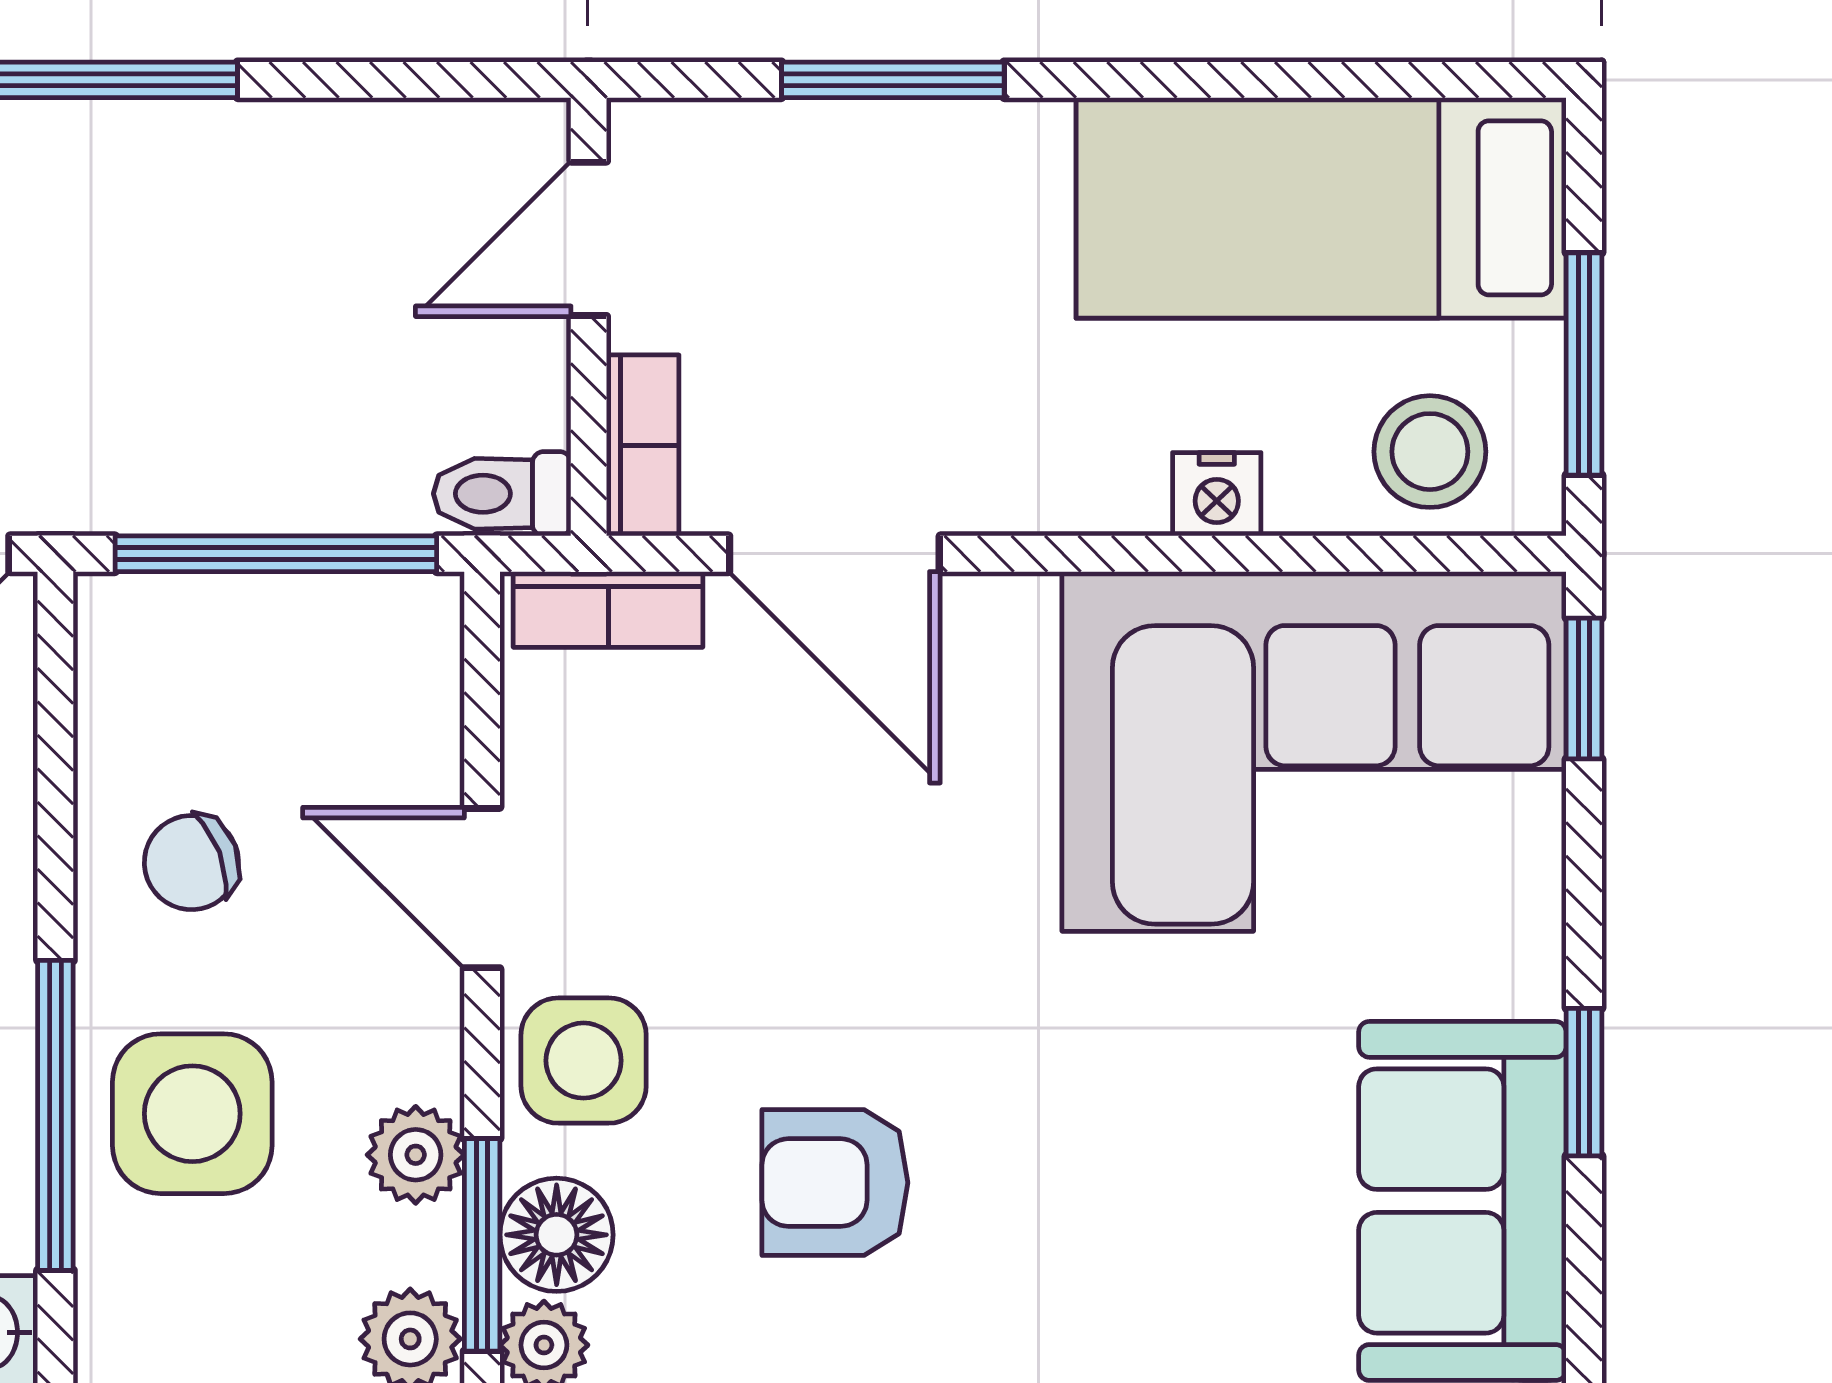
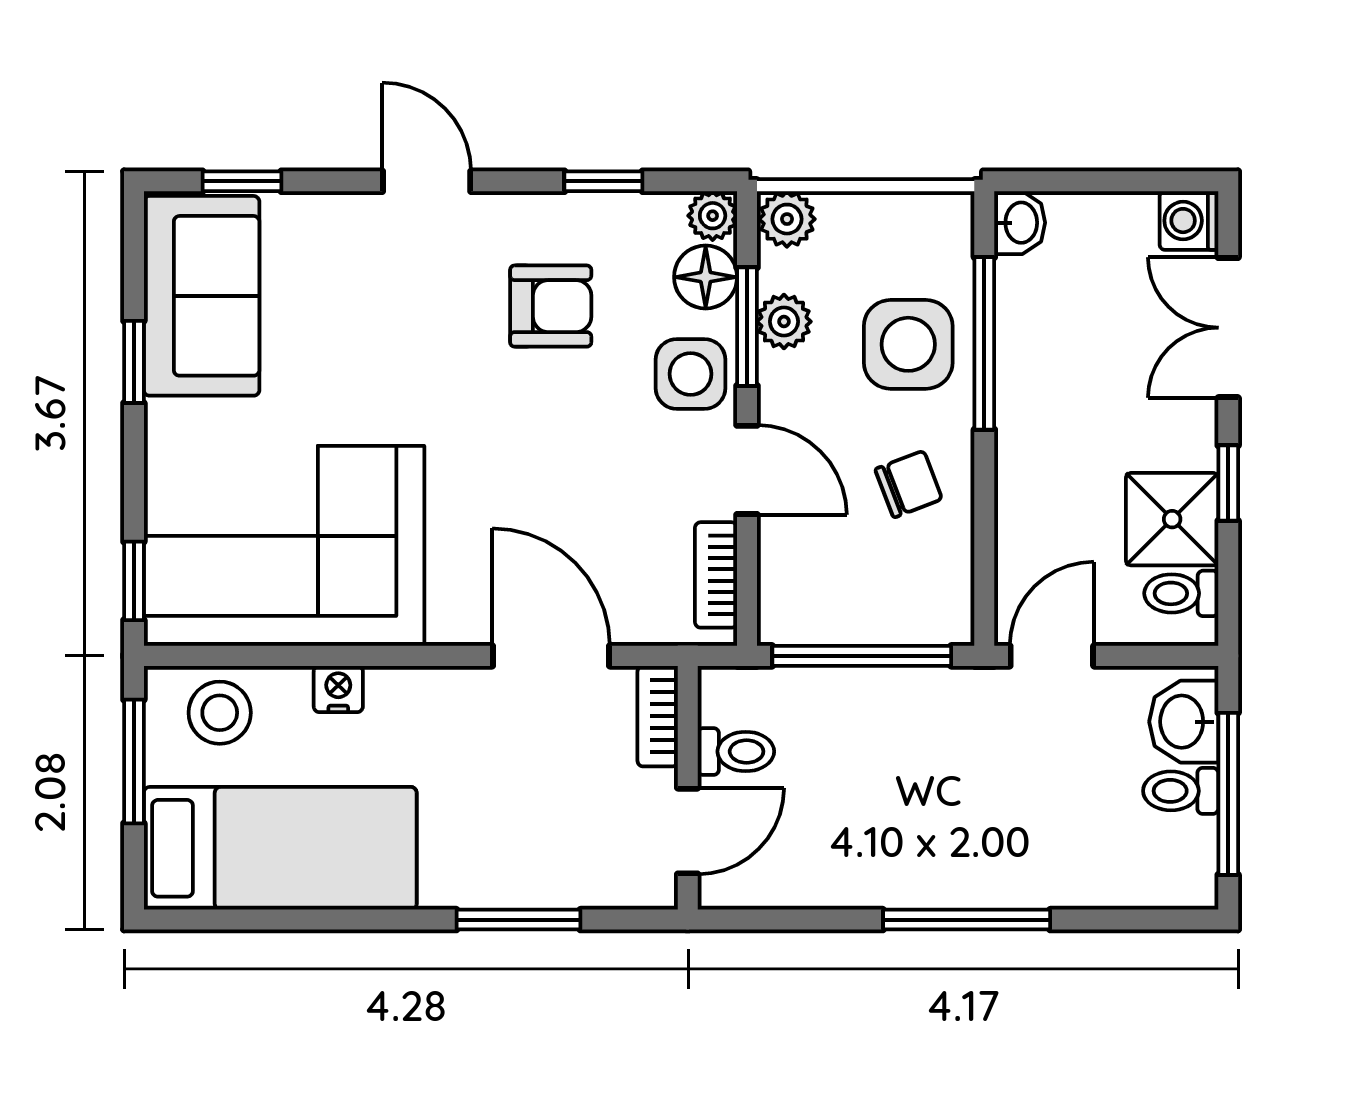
toilet: (502, 494) -> (736, 751), moved
bookcase: (608, 609) -> (716, 575), moved, turned -90
window: (482, 1245) -> (747, 327), moved

